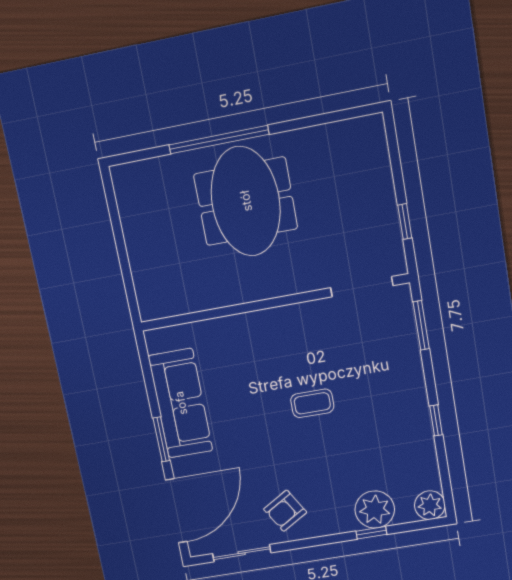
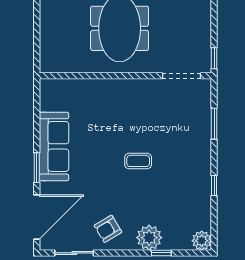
doorway: (362, 287) -> (182, 76), moved
wall: (274, 303) -> (125, 76), moved
plant: (375, 510) -> (149, 238), moved

